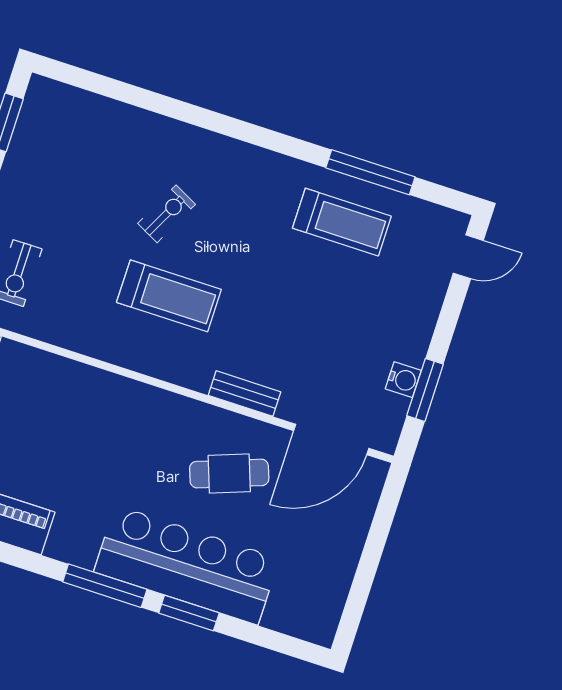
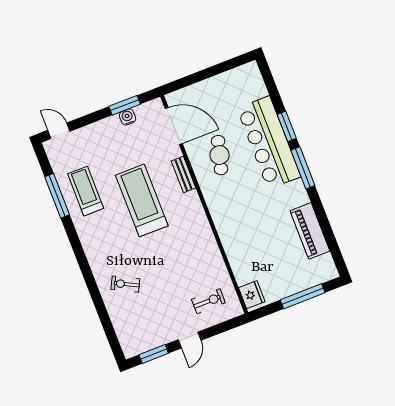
exercise bike: (167, 214) -> (125, 284), moved
treadmill: (169, 296) -> (142, 200), moved, width x1.37, depth x1.38
cafe table: (229, 474) -> (220, 155), turned 35

